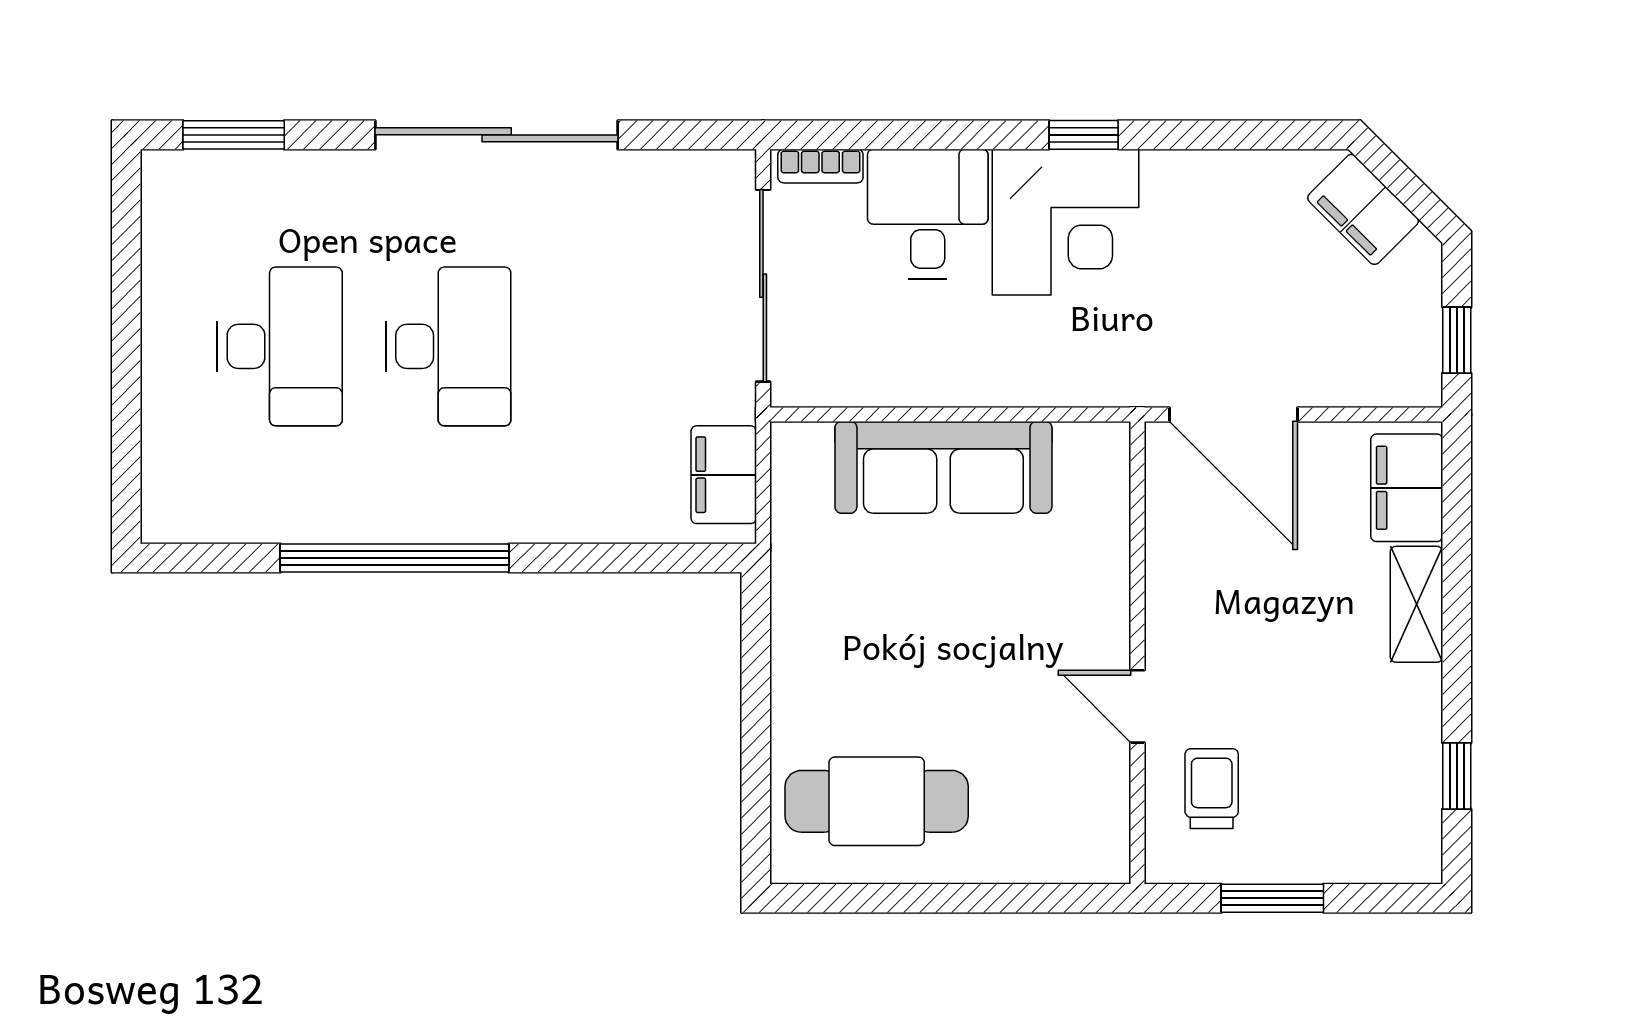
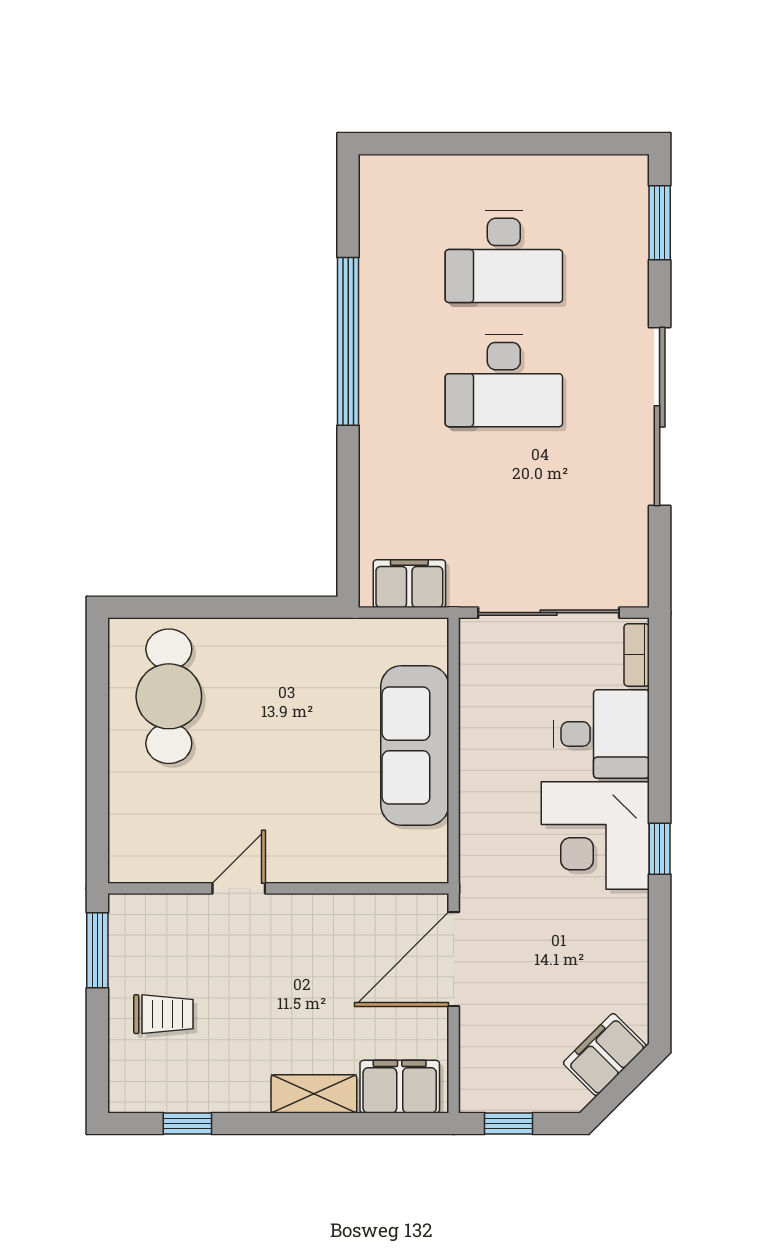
trolley: (1212, 789) -> (163, 1014), moved
window: (1272, 898) -> (97, 950), moved

